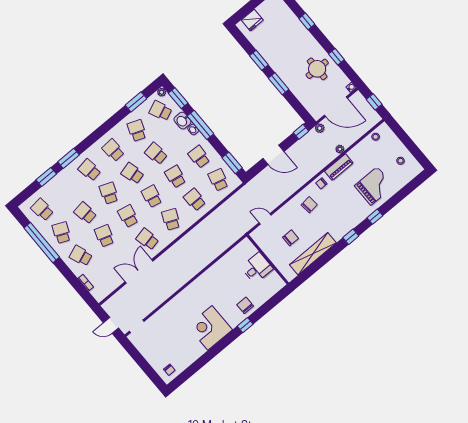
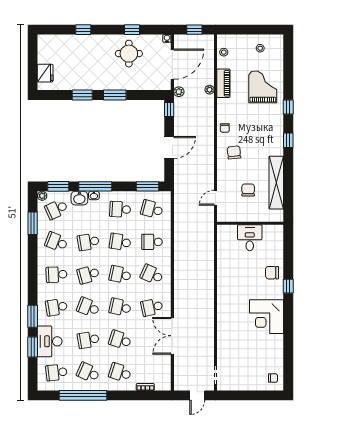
piano: (339, 167) -> (223, 83), moved
desk: (61, 186) -> (50, 341), added
school desk: (81, 256) -> (120, 372), turned 39

